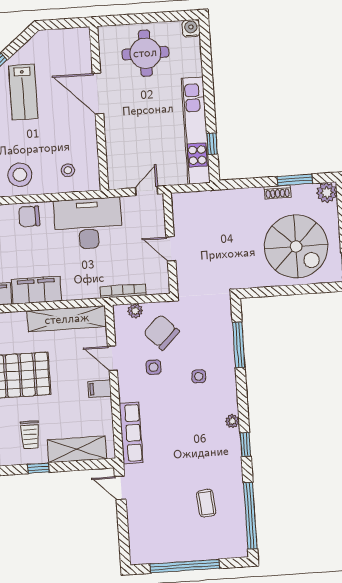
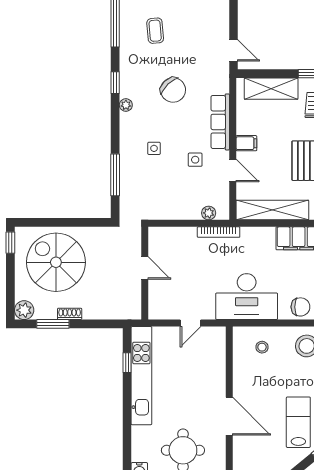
wall: (170, 243) -> (145, 273), moved
door: (171, 249) -> (145, 268), moved
chair: (161, 332) -> (173, 90), moved
row of seats: (131, 433) -> (220, 122), moved

